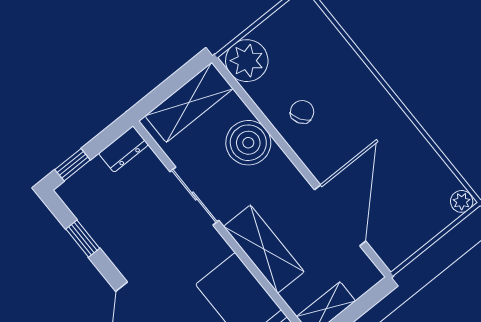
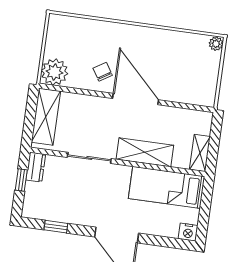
boiler: (248, 143) -> (91, 110), removed
window: (73, 165) -> (21, 180), moved
door: (340, 215) -> (136, 99), moved

